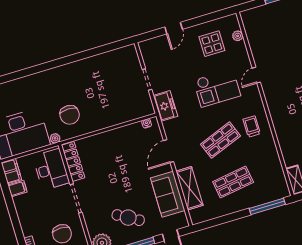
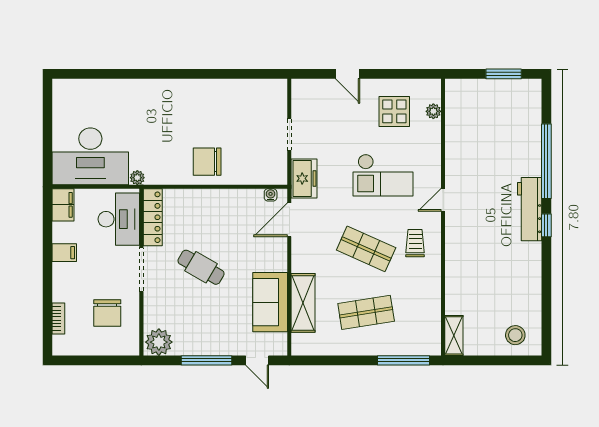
door: (174, 28) -> (348, 74), hinge flipped
door: (256, 75) -> (443, 200), moved
chair: (70, 115) -> (207, 162), moved, turned 90
shop shelf: (220, 140) -> (366, 249), turned 45
door: (168, 151) -> (289, 220), moved
filing cabinet: (18, 188) -> (64, 253), moved
cafe table: (128, 218) -> (201, 267), moved

